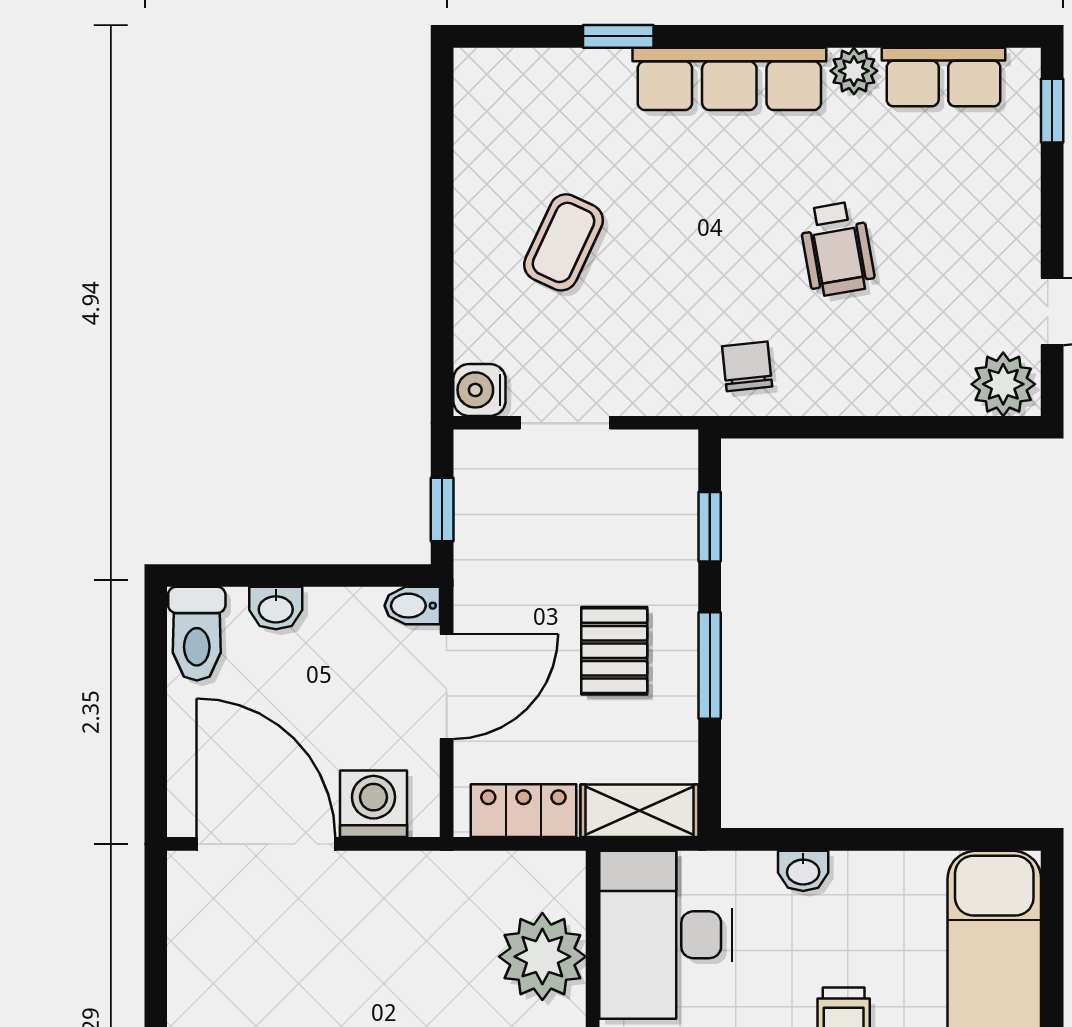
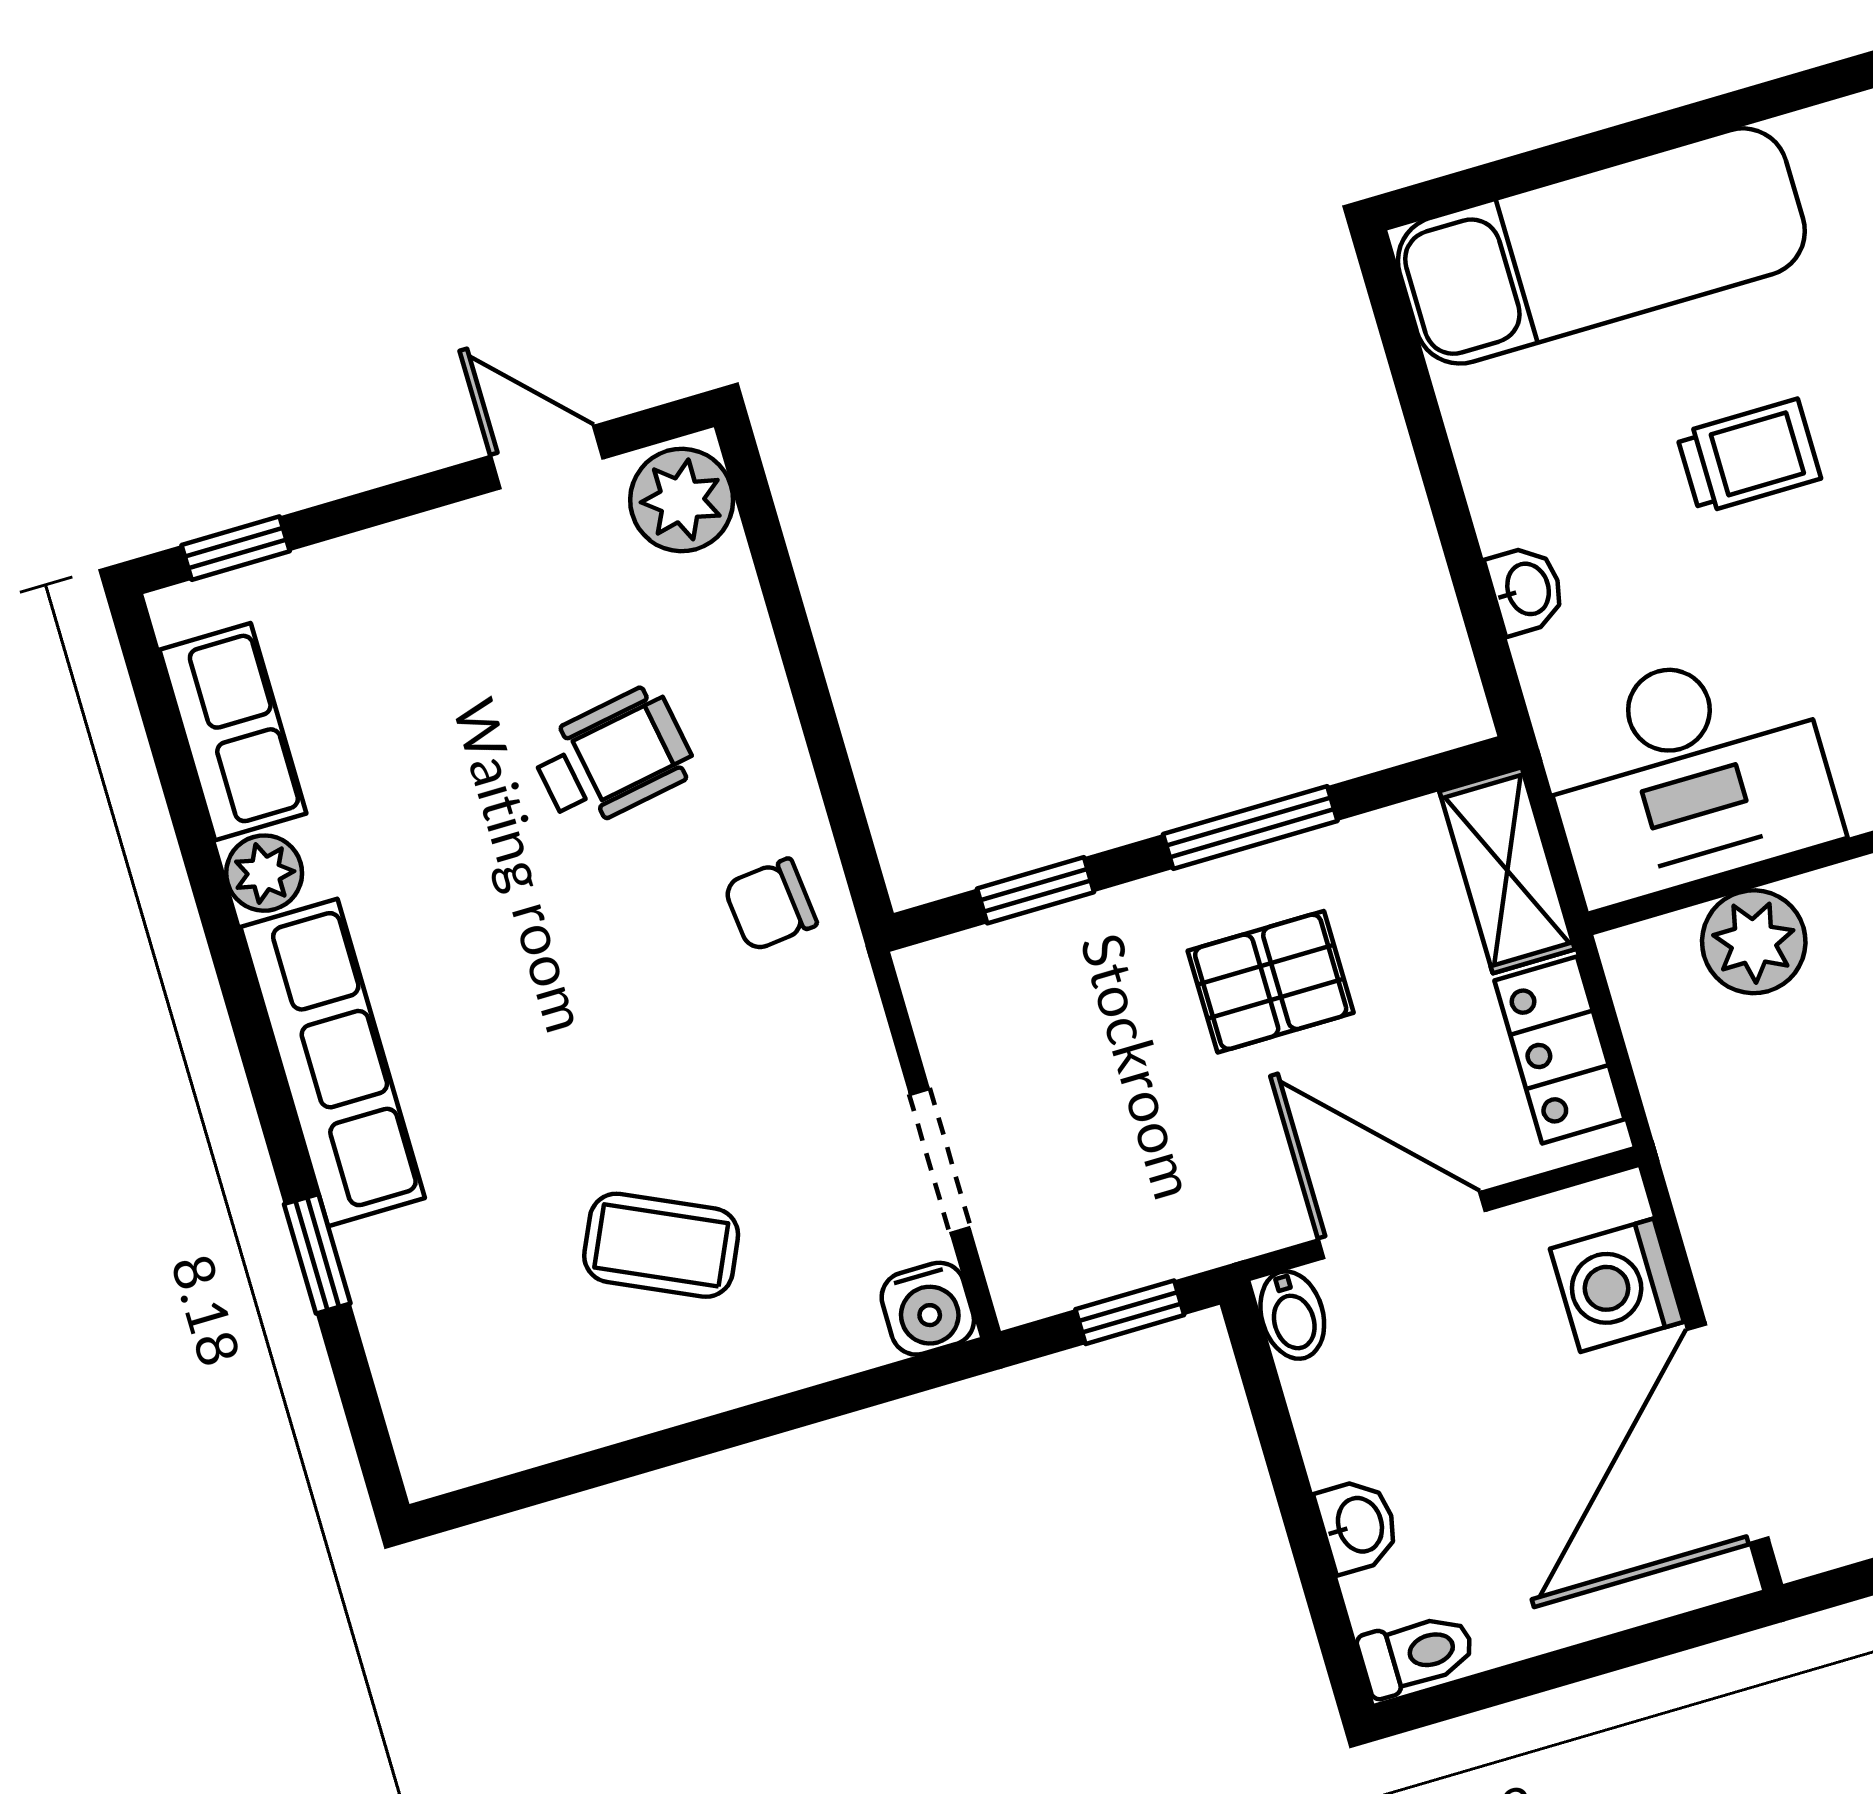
wheelchair: (837, 249) -> (613, 758), moved
toilet: (197, 634) -> (1417, 1654), width x0.73, depth x0.72
plant: (542, 957) -> (1754, 942), width x0.73, depth x0.73

